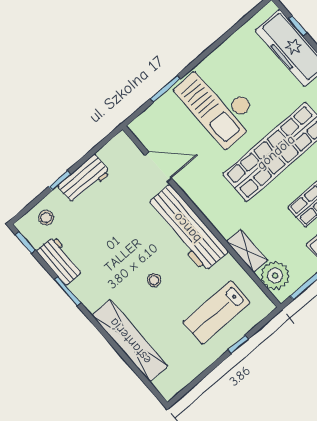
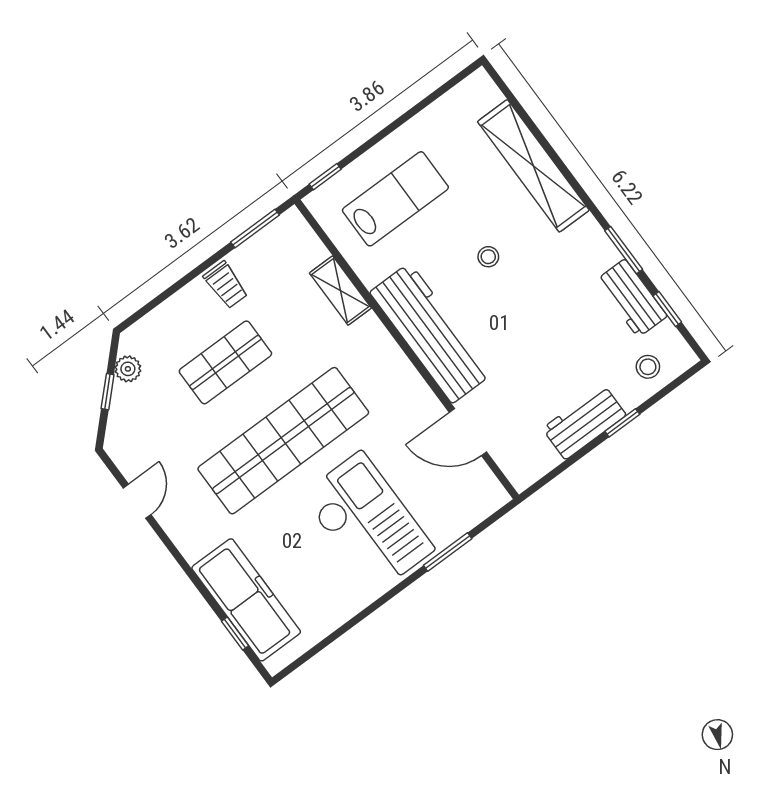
window: (25, 242) -> (667, 309), moved
plant: (275, 276) -> (300, 249), removed
window: (238, 345) -> (325, 177), moved

